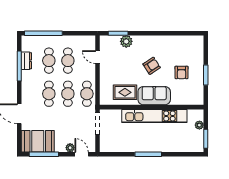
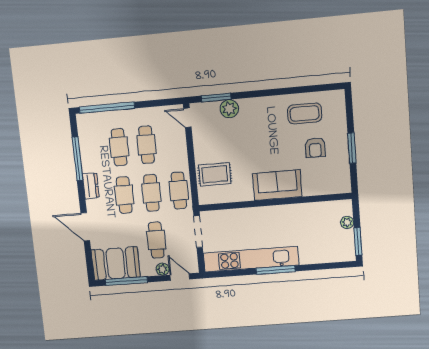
coffee table: (176, 49) -> (305, 113), added
door: (97, 57) -> (187, 118), moved
dresser: (26, 61) -> (91, 186), moved
armchair: (152, 66) -> (270, 142), removed
rug: (125, 92) -> (215, 174), moved
kitchen unit: (154, 116) -> (251, 259), moved, turned 180
cafe table: (68, 127) -> (156, 240), added

